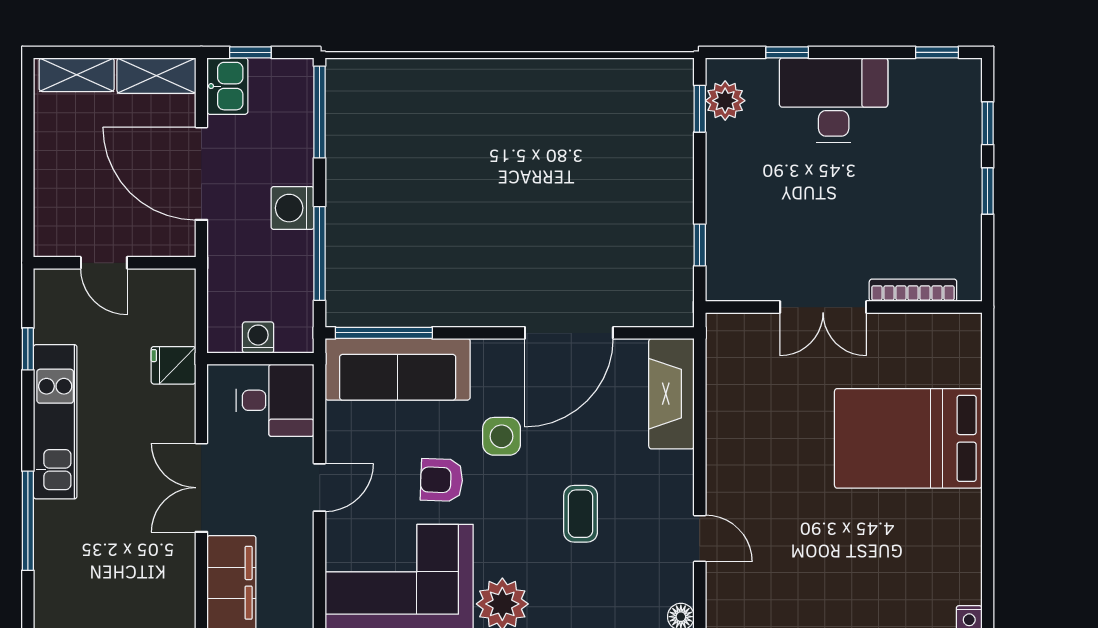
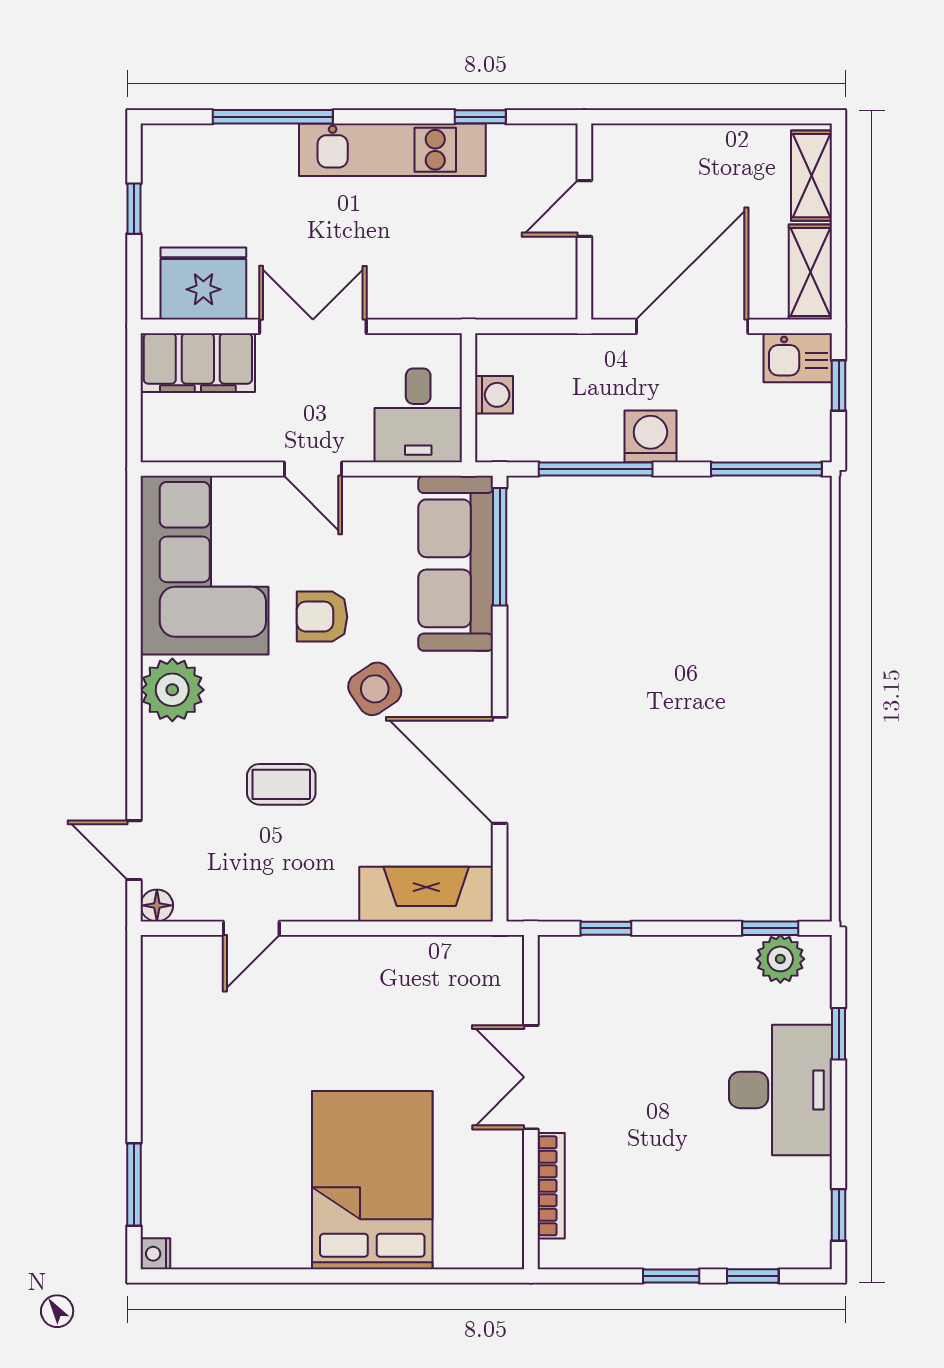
fridge: (173, 365) -> (203, 283), moved, width x1.88, depth x1.34
side table: (502, 436) -> (375, 689), turned -34
armchair: (442, 480) -> (322, 617), turned -92

